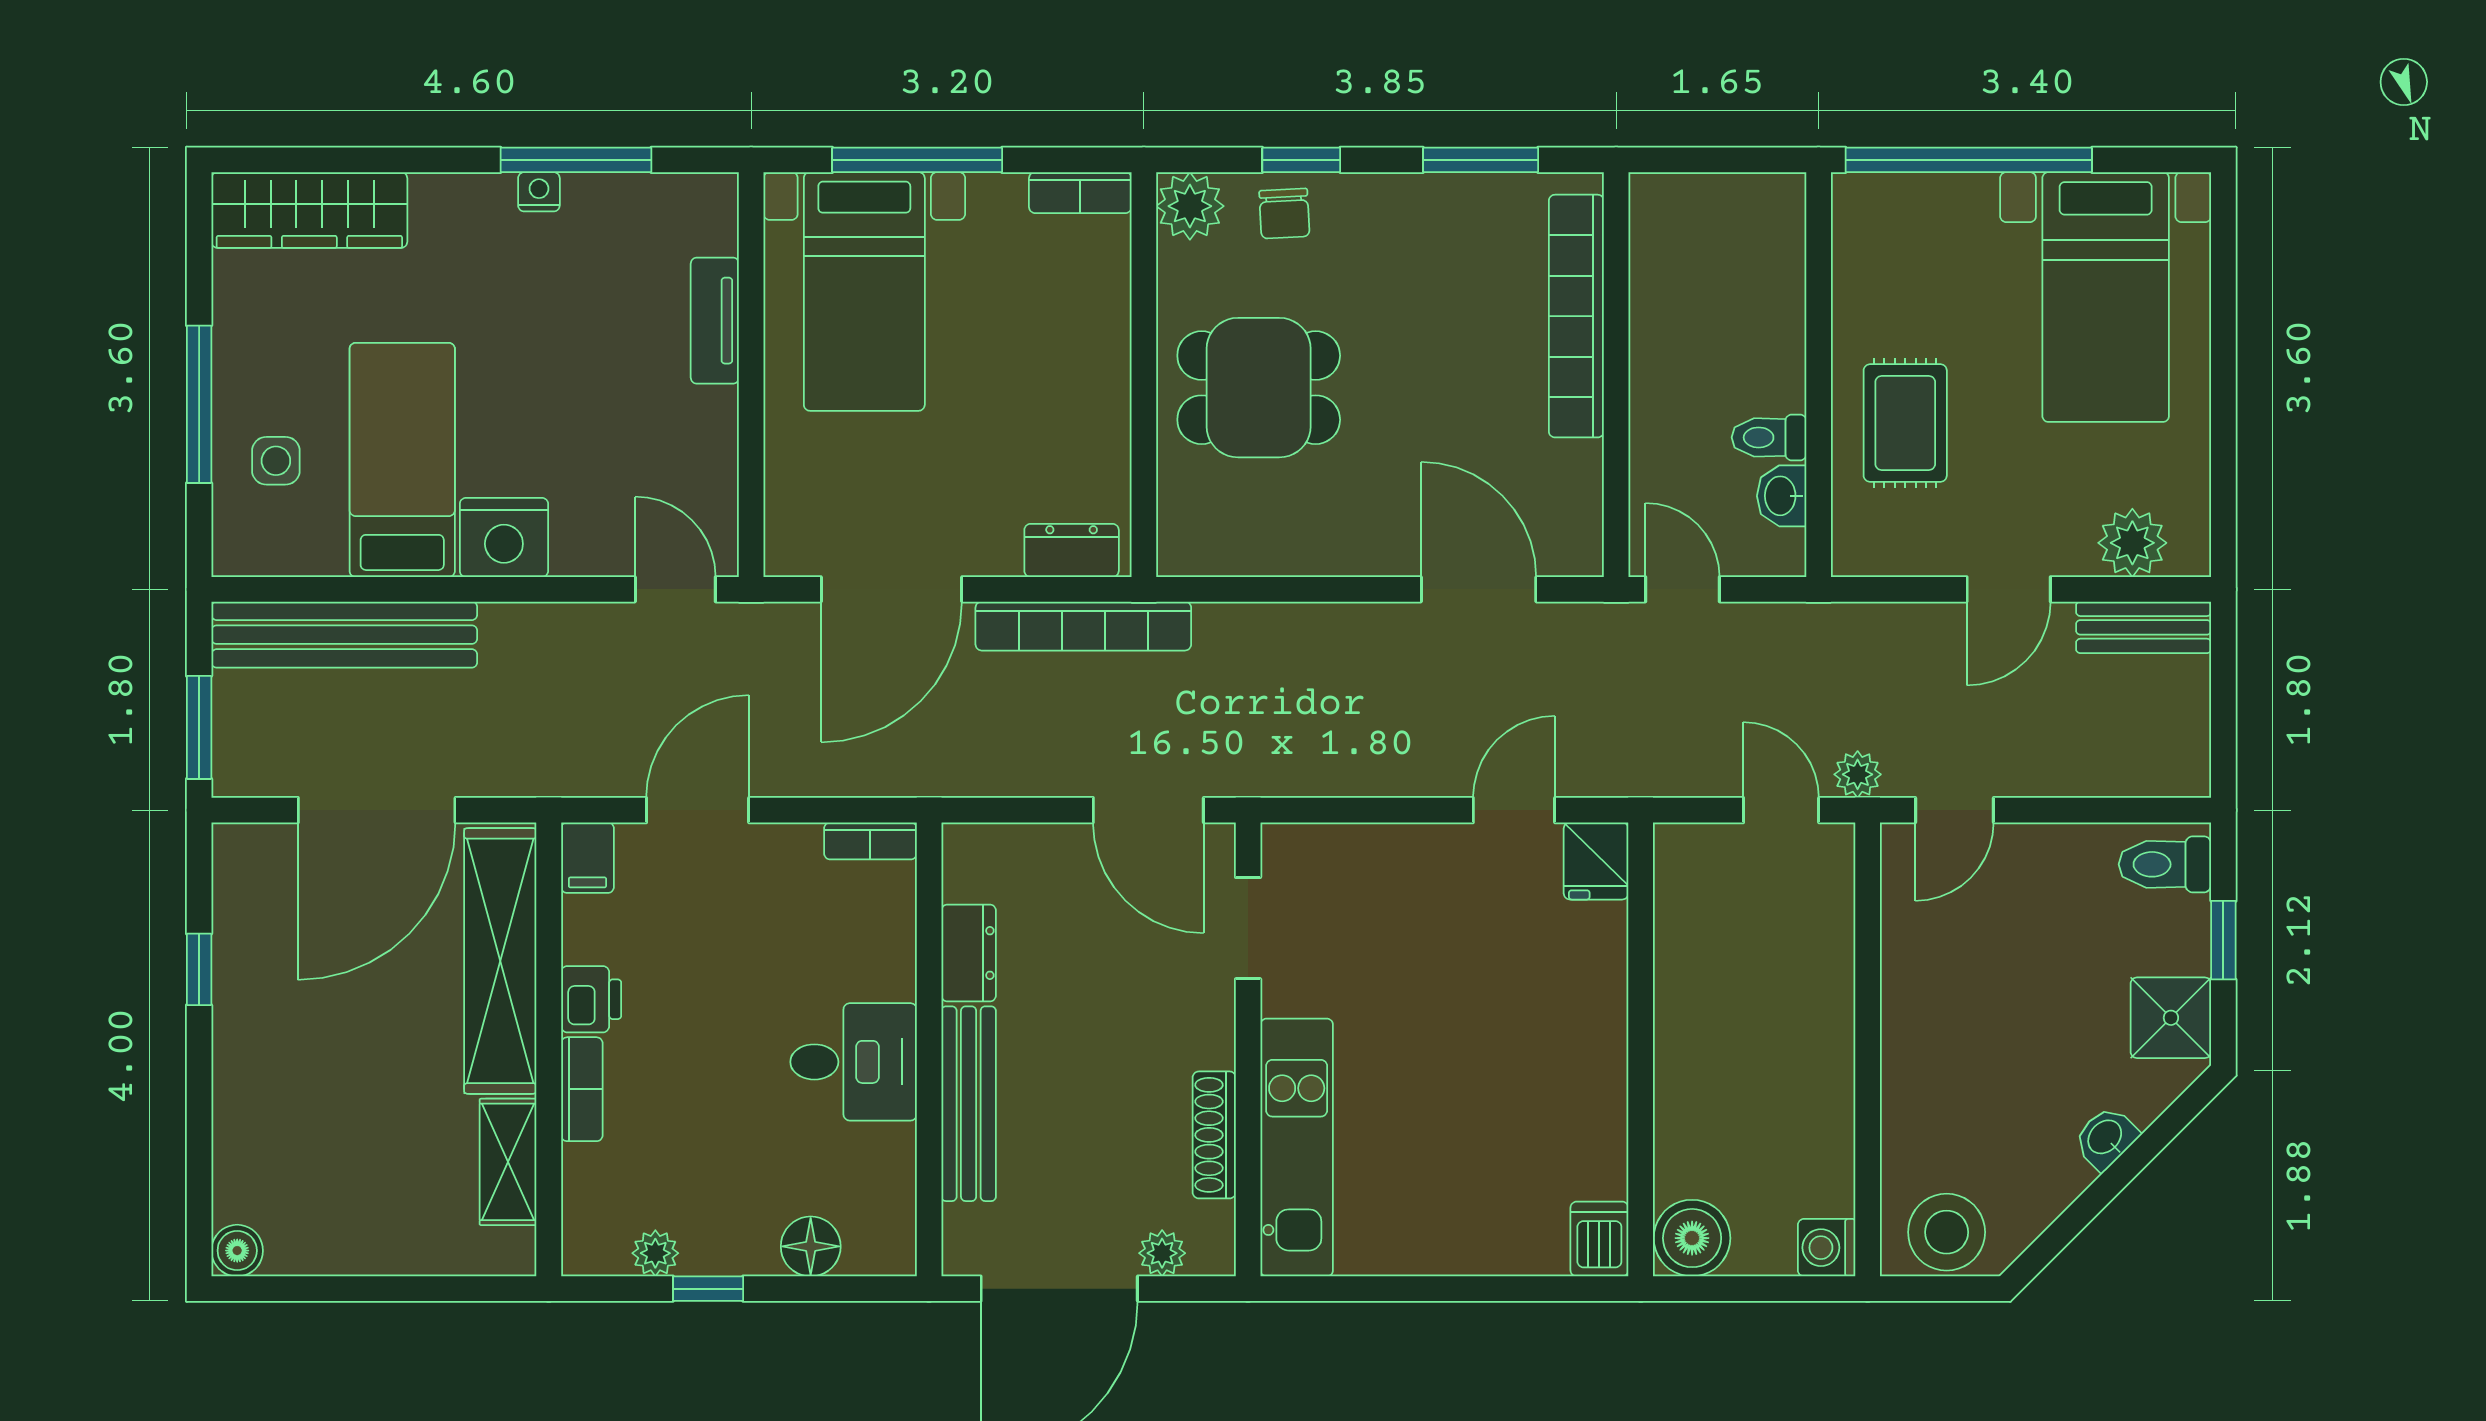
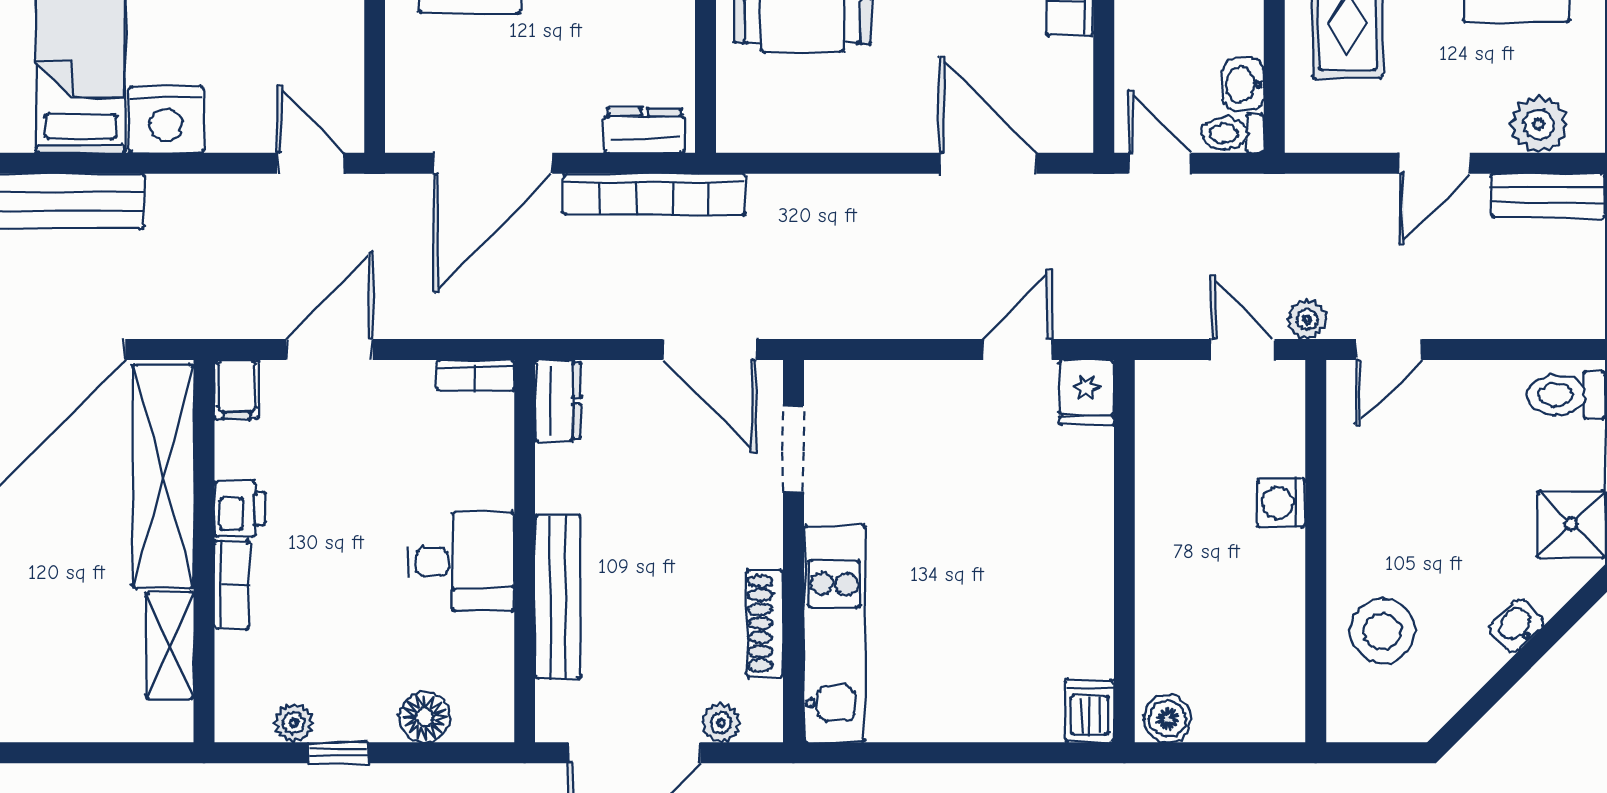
toilet: (1769, 437) -> (1233, 134), moved
dresser: (969, 953) -> (558, 401), moved
stool: (1947, 1232) -> (1382, 631), moved
boiler: (1692, 1238) -> (1168, 719), width x0.73, depth x0.73
washing machine: (1827, 1248) -> (1281, 503), moved

